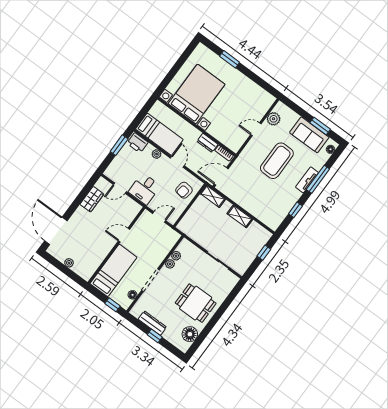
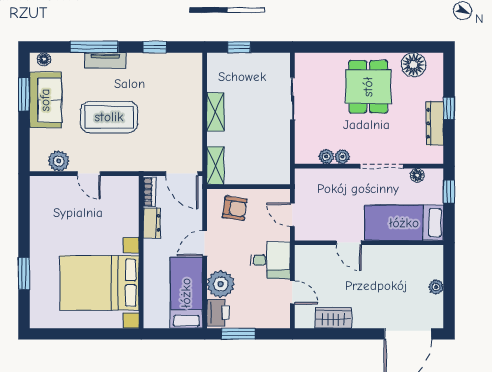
plant: (157, 154) -> (221, 284), width x1.88, depth x1.88

